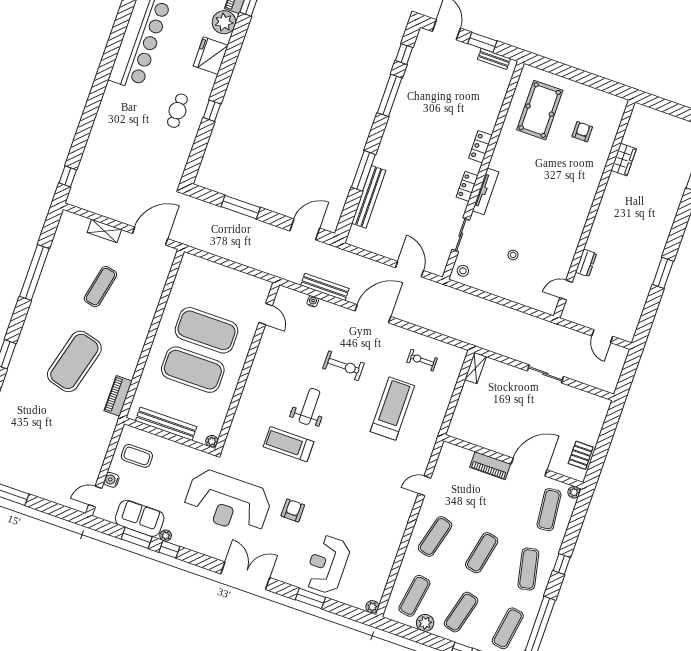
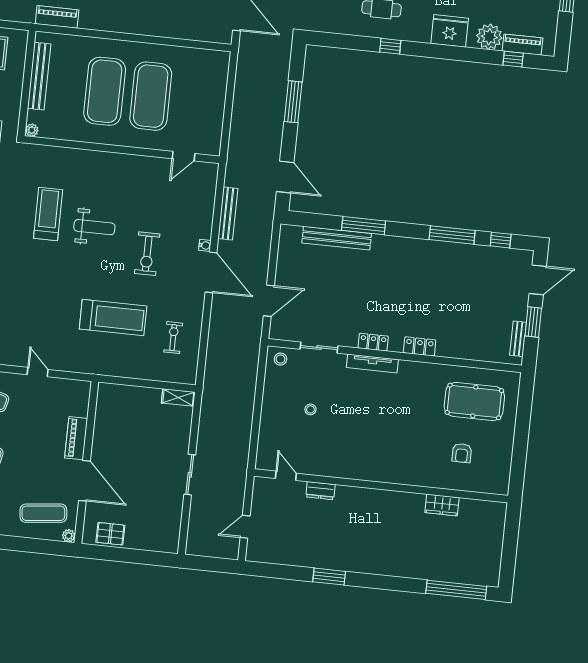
armchair: (582, 132) -> (462, 453), turned 90
water cooler: (313, 301) -> (205, 245), moved

